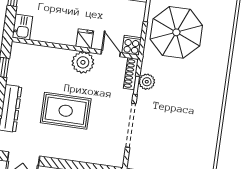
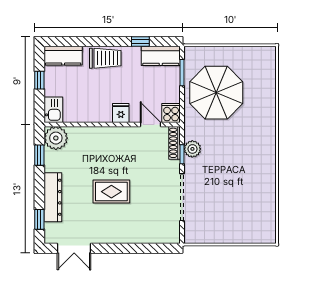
plant: (83, 62) -> (56, 138), moved
rug: (66, 111) -> (111, 192), width x0.73, depth x0.70

